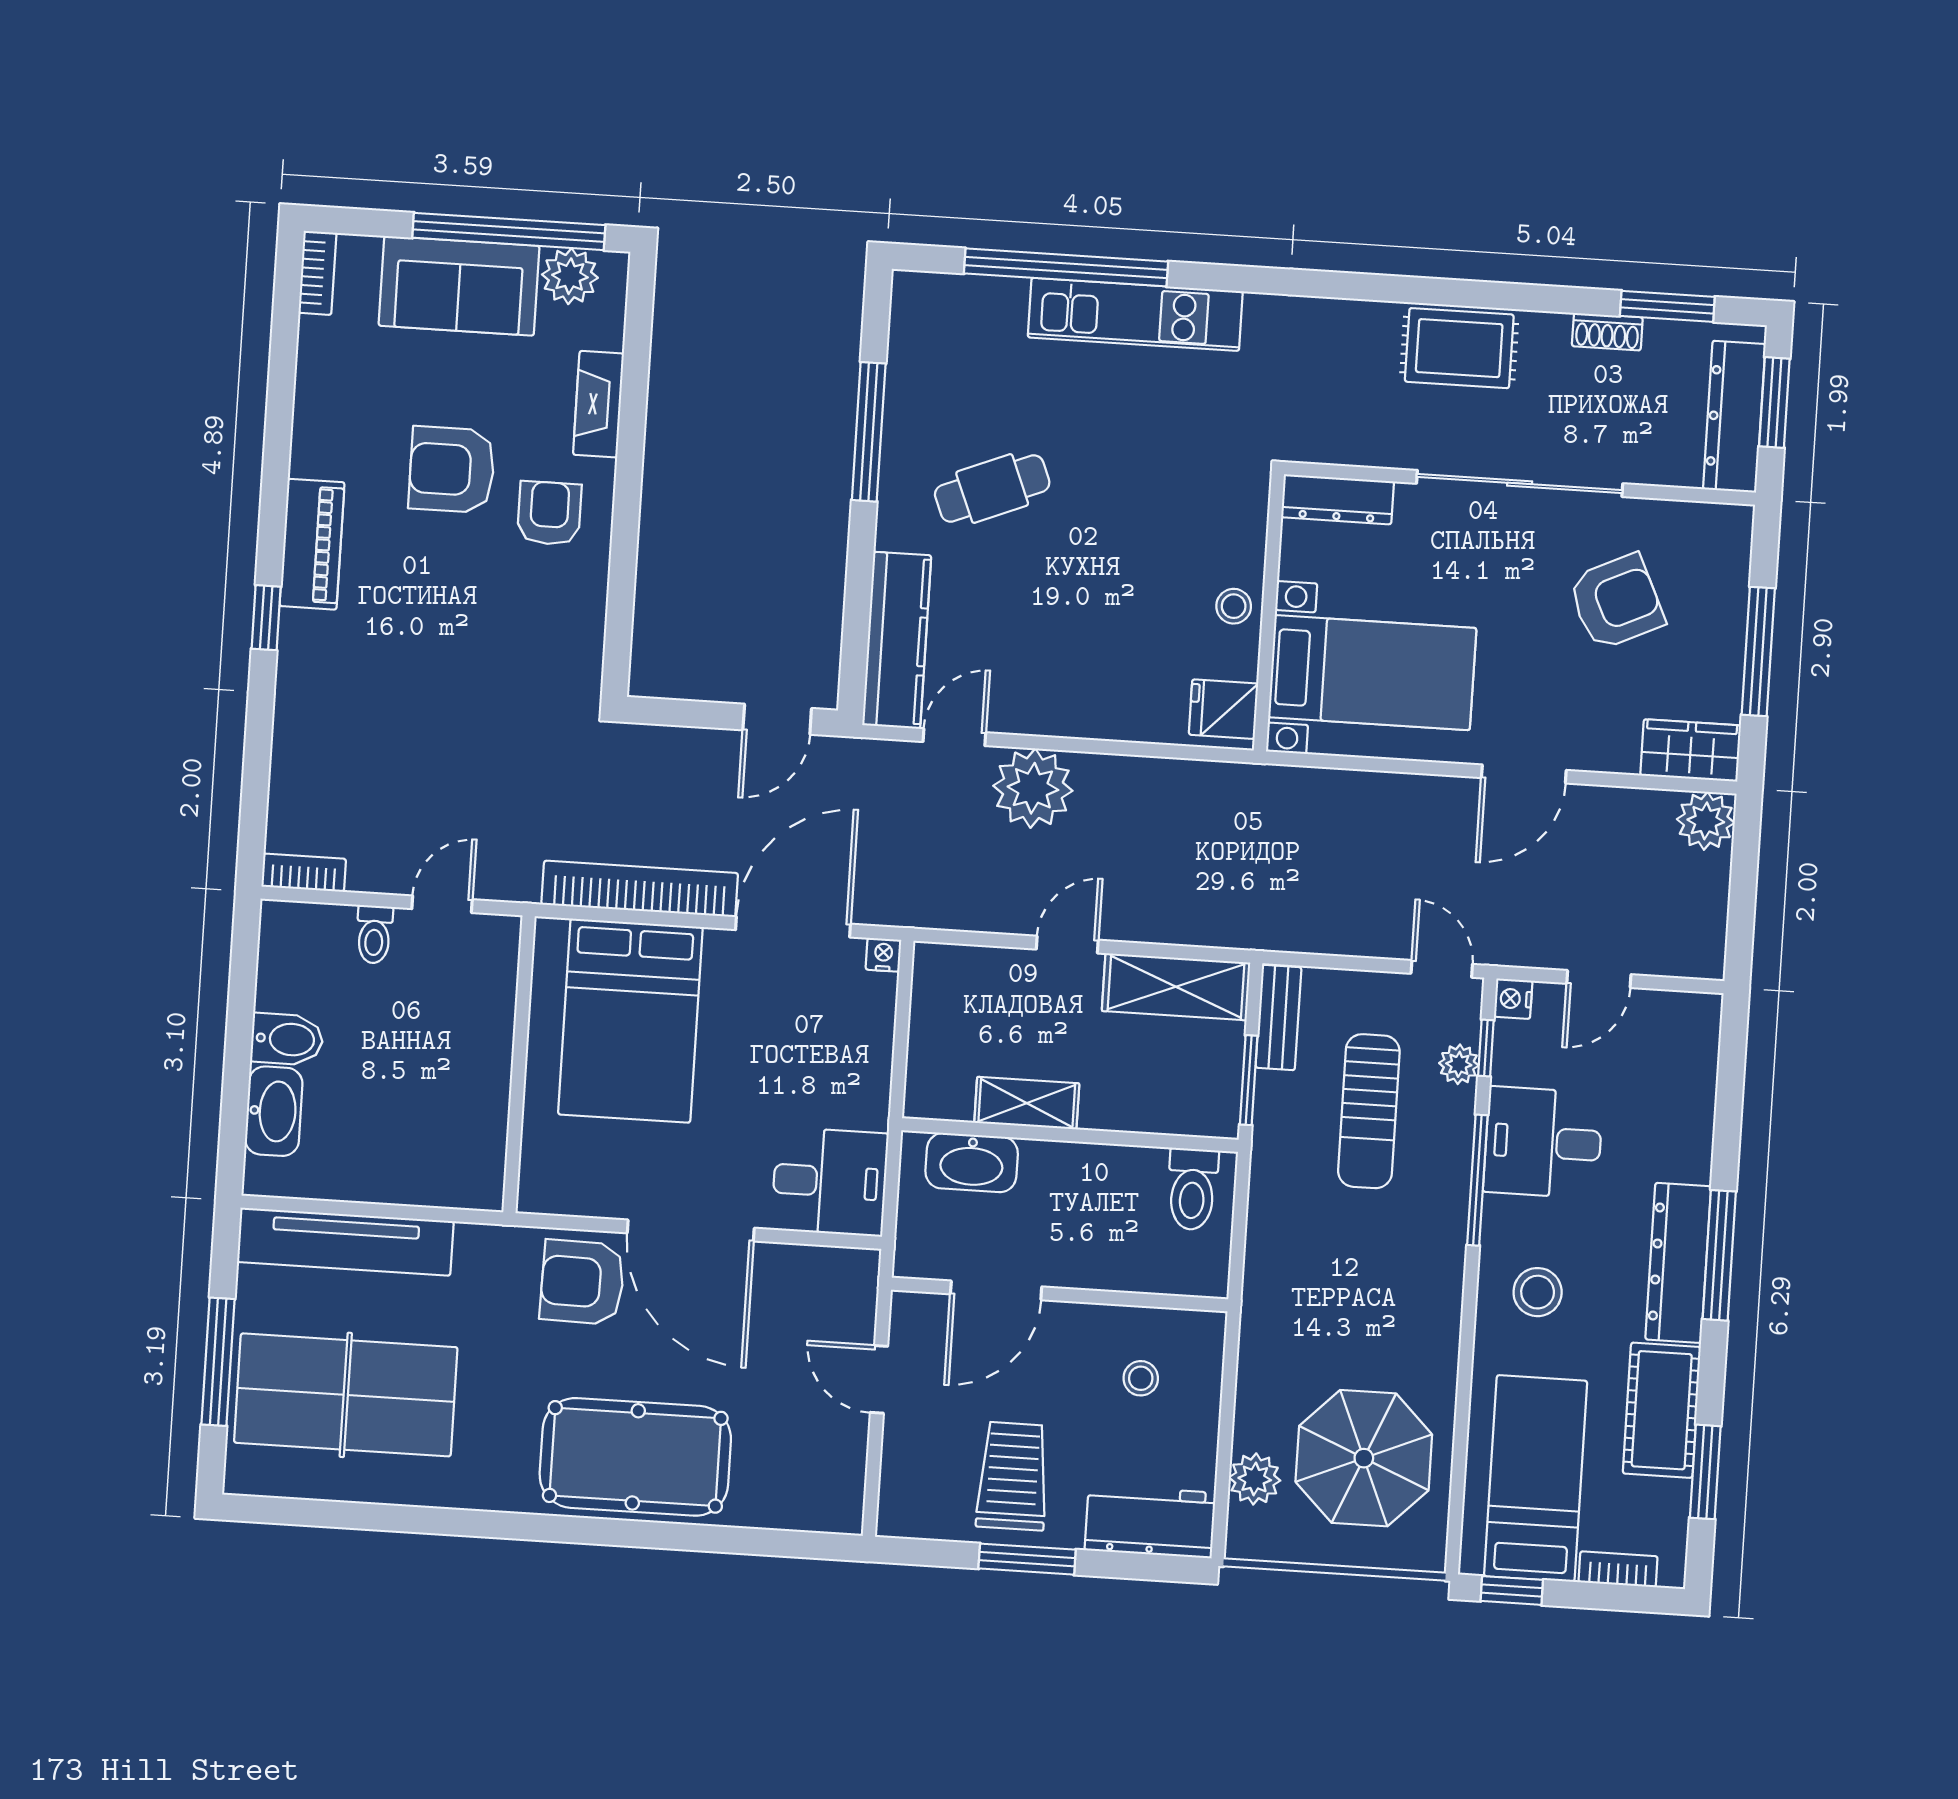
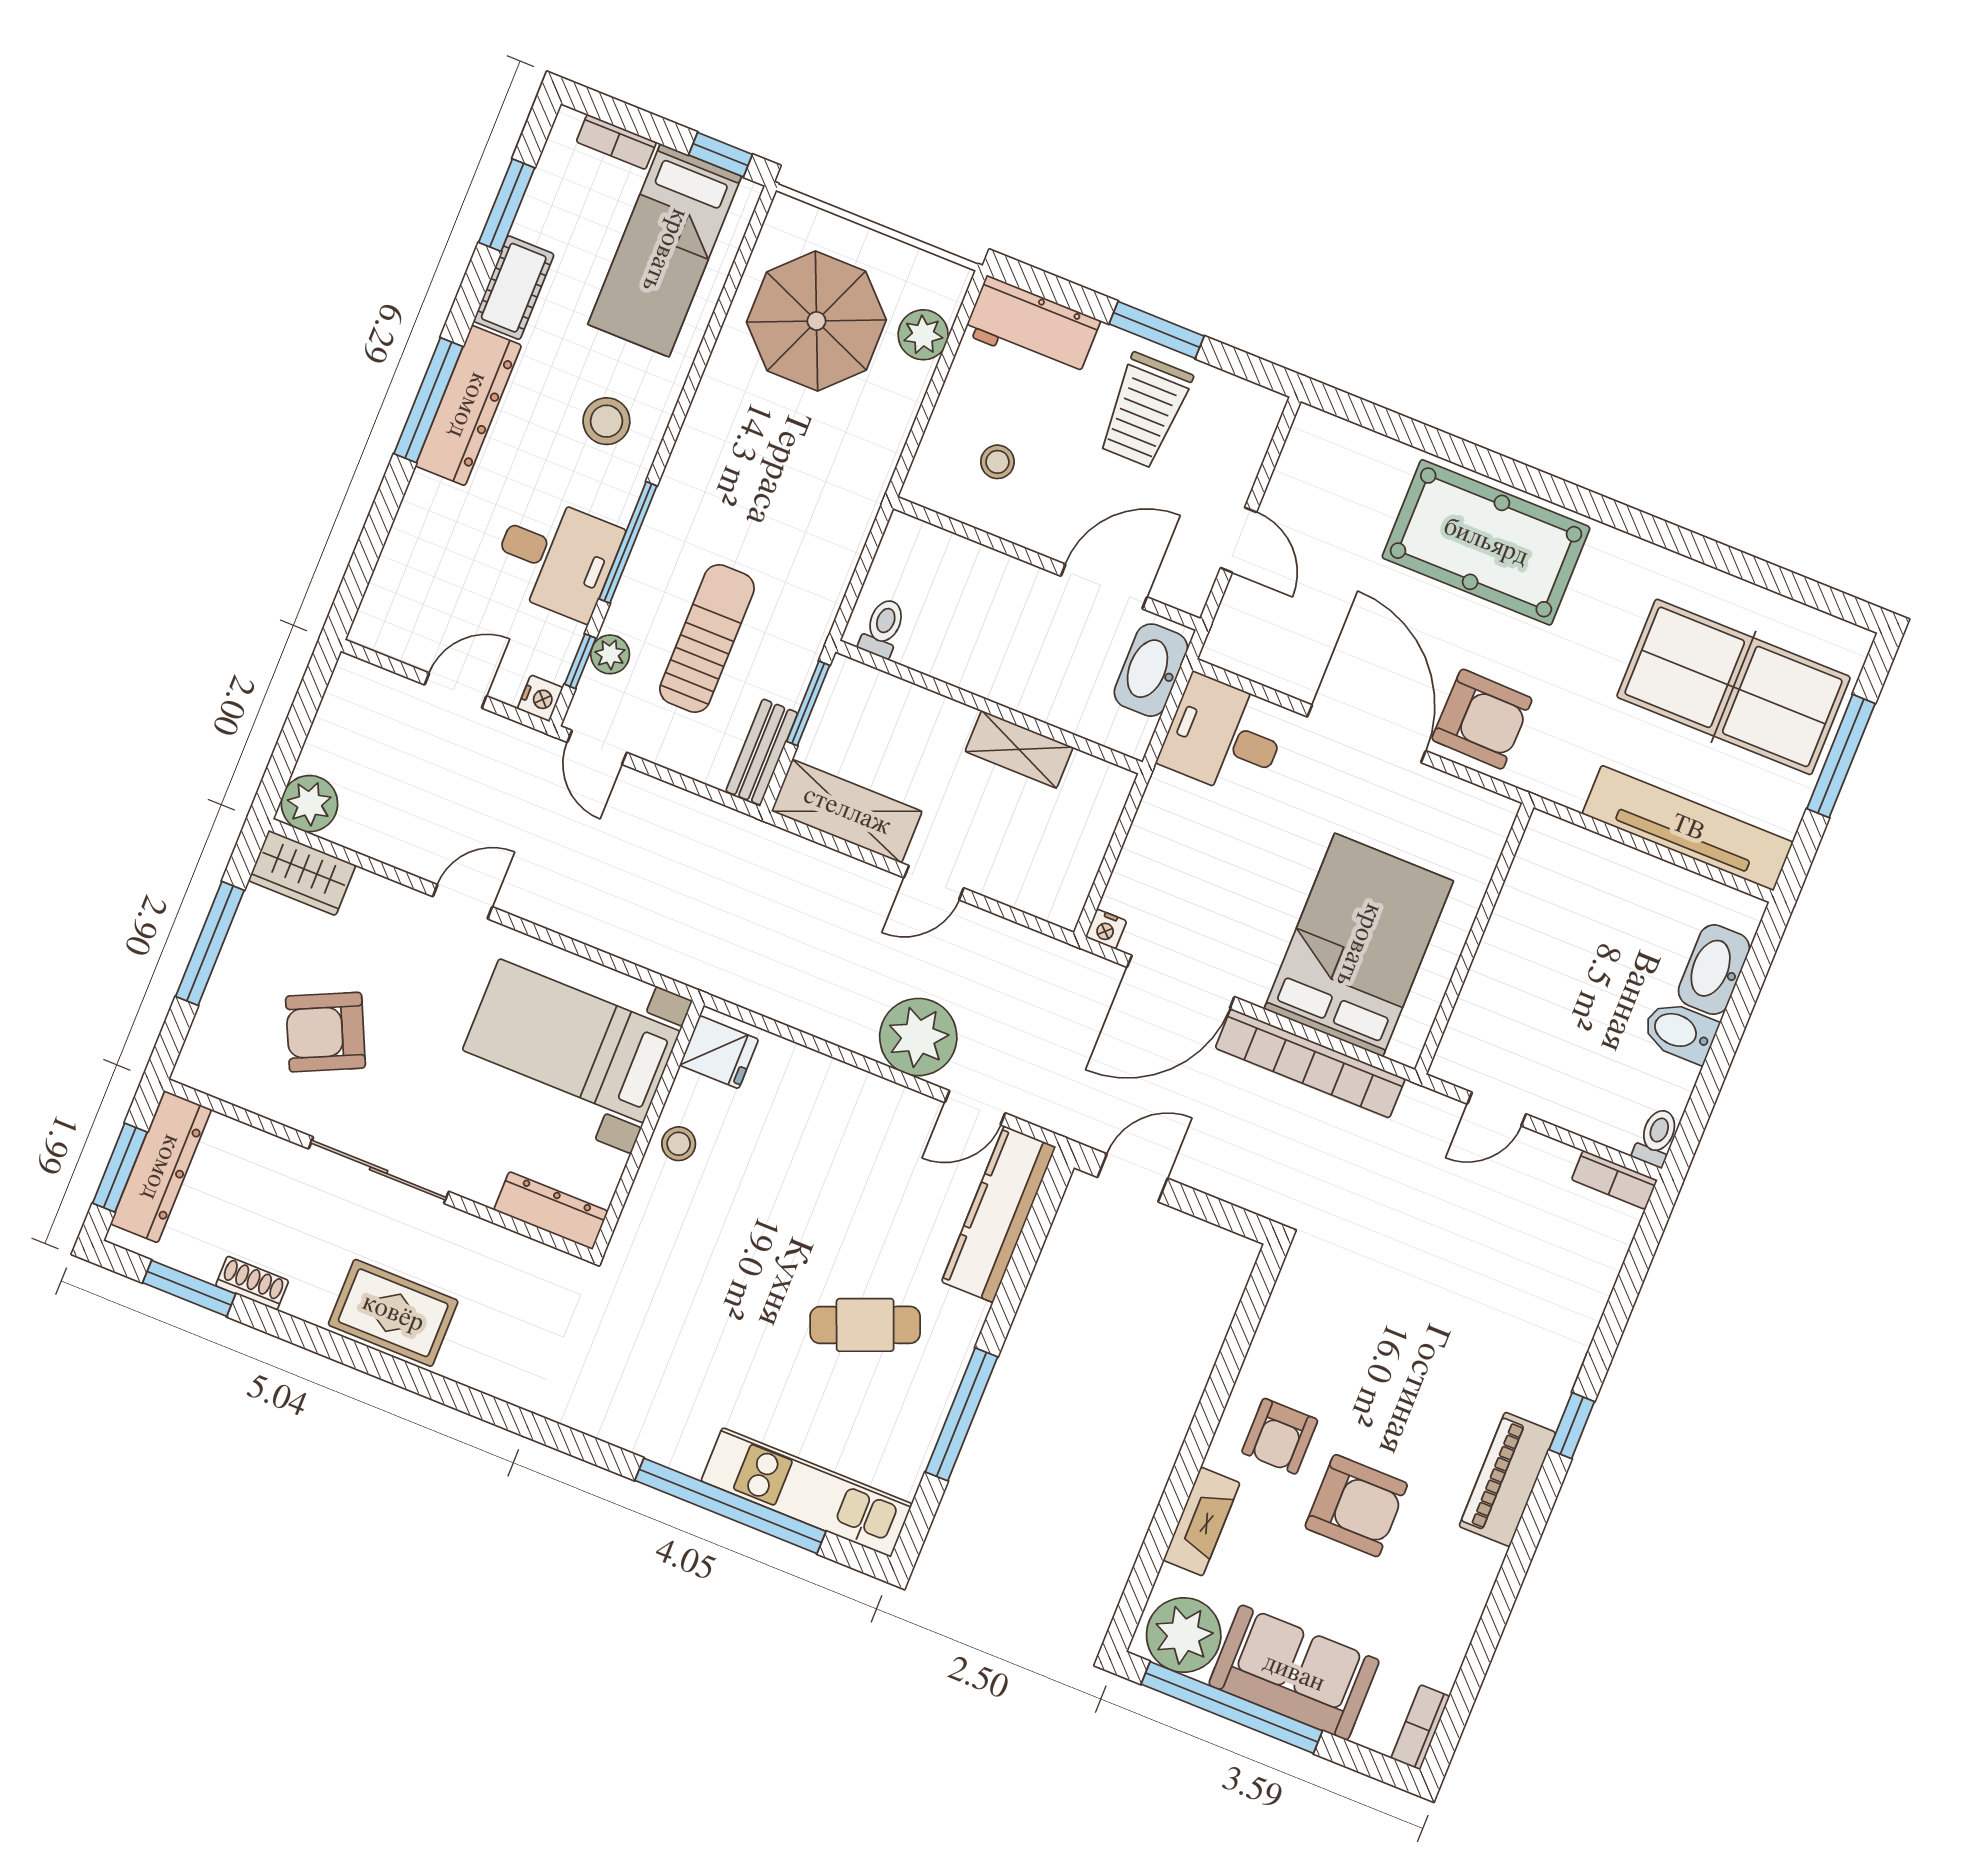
plant: (570, 276) -> (1184, 1635), width x1.36, depth x1.36
kitchen unit: (1135, 314) -> (807, 1492), moved
sliding door: (1520, 483) -> (379, 1170), width x0.73
door: (1524, 774) -> (462, 902), width x0.73
toilet: (374, 934) -> (1656, 1137), moved
washbasin: (972, 1163) -> (1151, 670), moved, turned -90
toilet: (1192, 1189) -> (883, 628), width x0.73, depth x0.72
cot: (1662, 1410) -> (514, 288), width x0.73, depth x0.75

